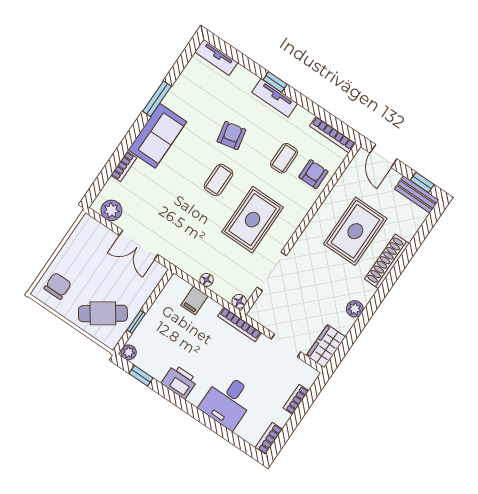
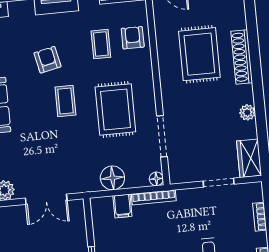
floor lamp: (207, 280) -> (112, 178), width x1.89, depth x1.89
bookcase: (240, 324) -> (154, 197), moved

